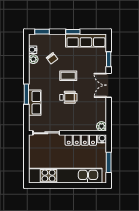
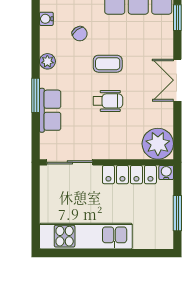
plant: (33, 59) -> (47, 61), moved
window: (109, 59) -> (177, 18), moved
plant: (101, 126) -> (158, 144), width x1.88, depth x1.88
kitchen unit: (65, 176) -> (86, 236), width x0.73

